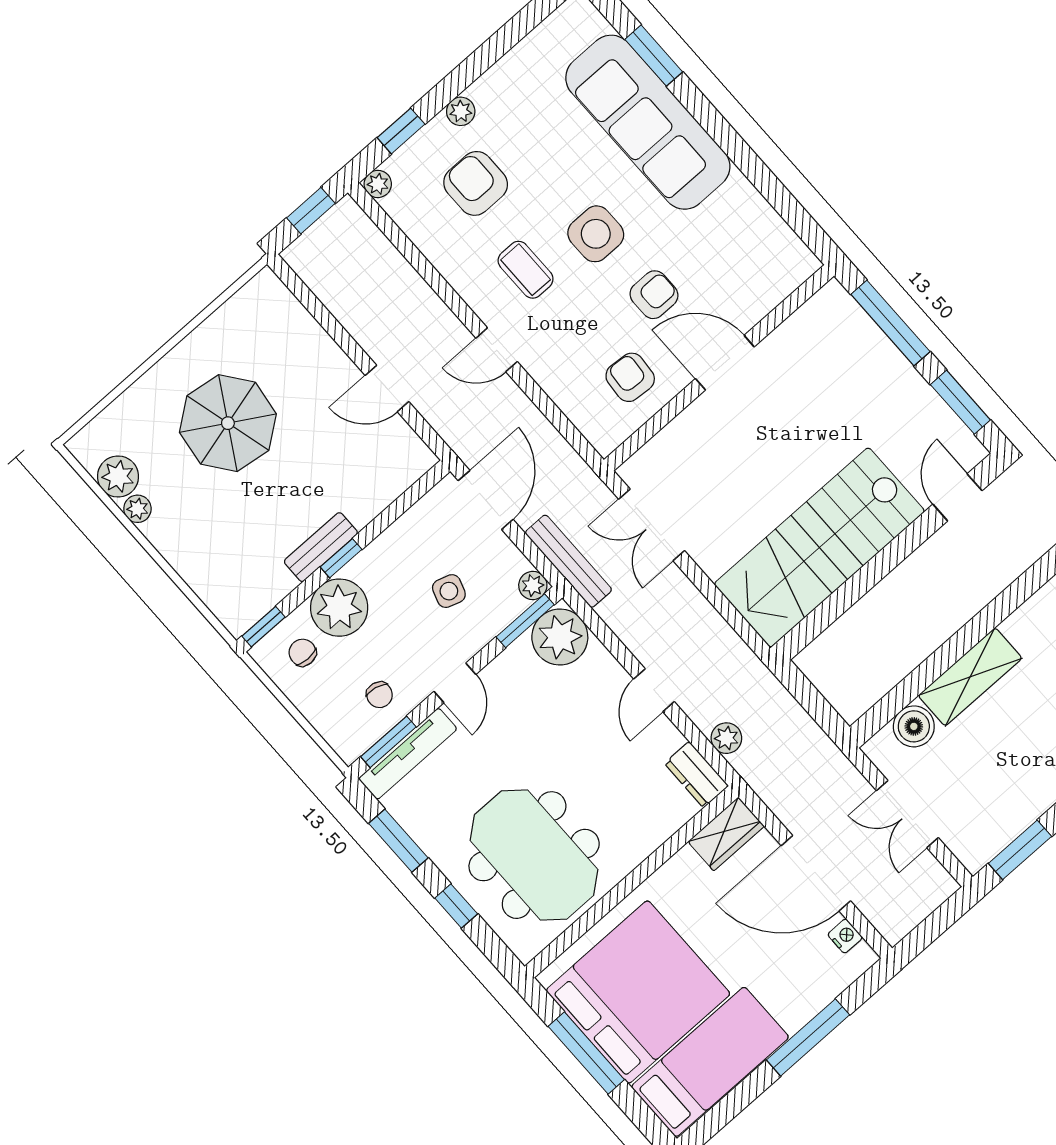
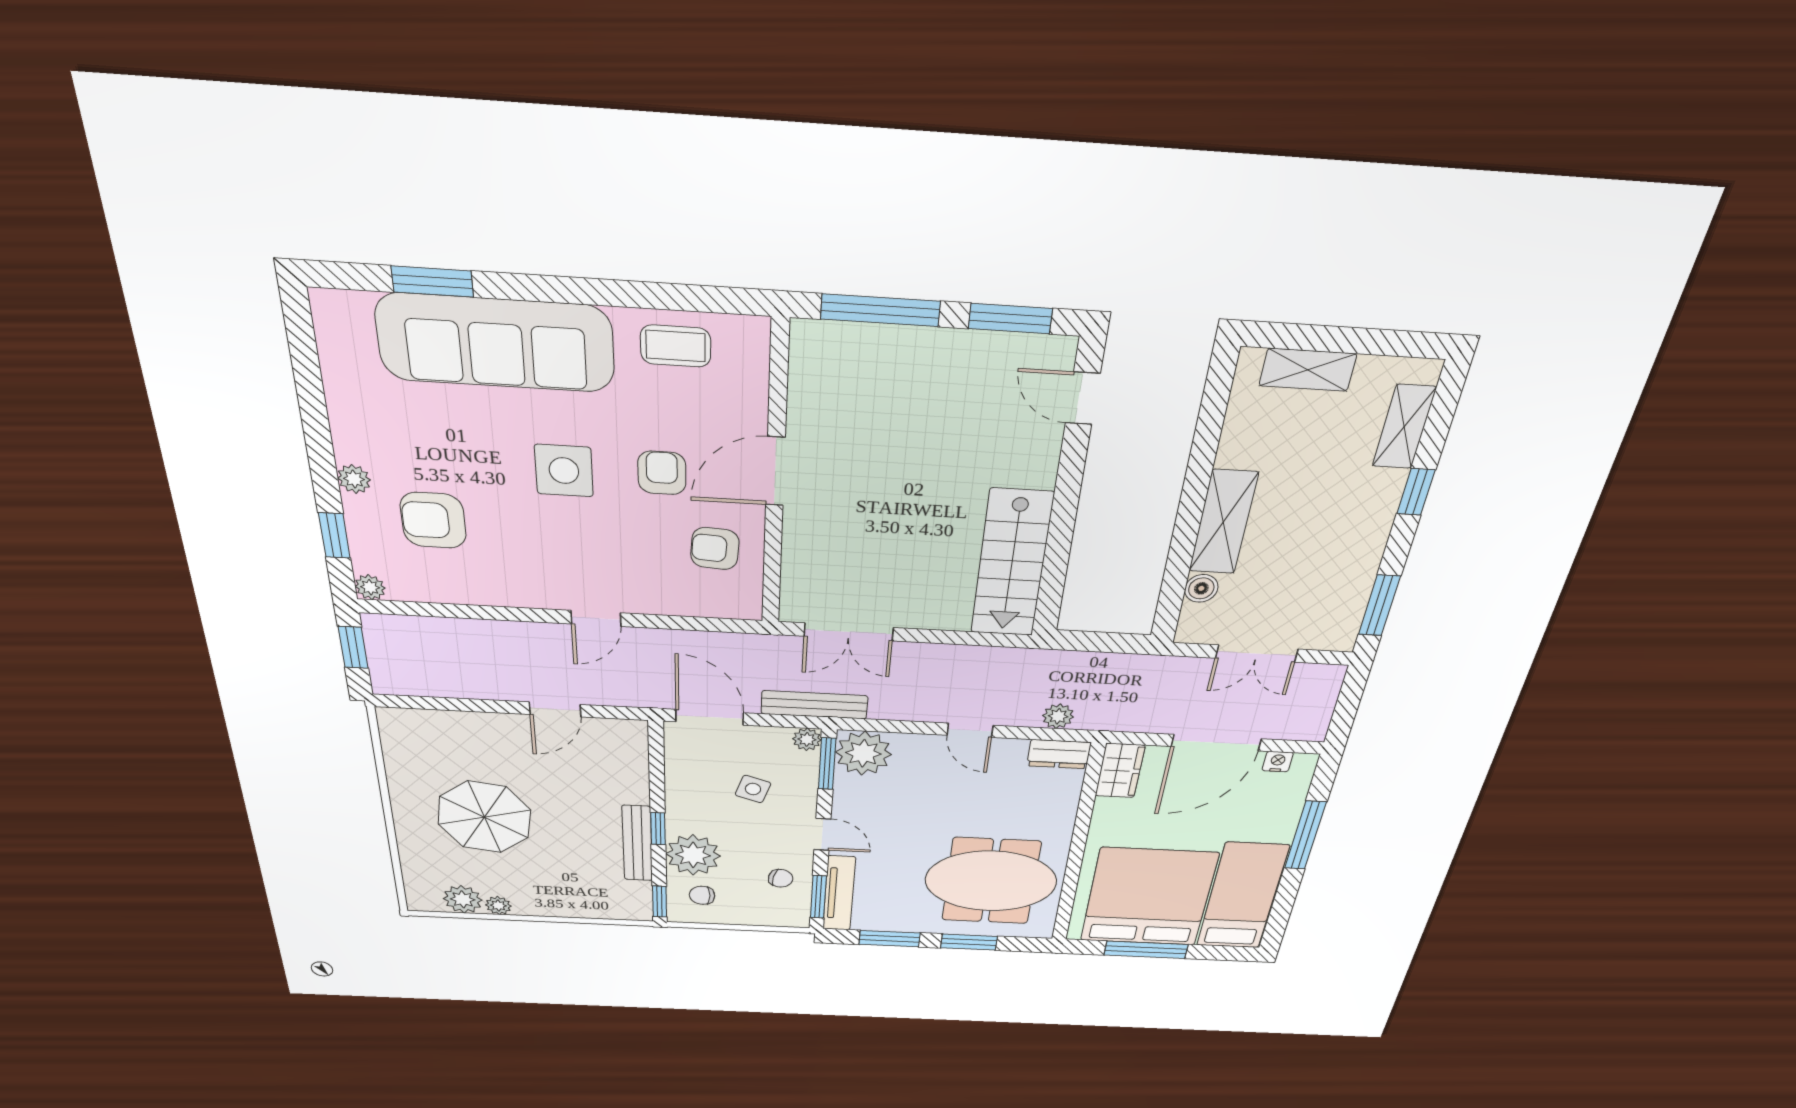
coffee table: (526, 270) -> (676, 346), moved
bench: (321, 547) -> (637, 843), width x1.36
stairs: (819, 547) -> (1012, 564), width x0.73, depth x0.66
boiler: (914, 726) -> (1201, 588), width x0.73, depth x0.73
window: (456, 906) -> (969, 942), width x1.50

